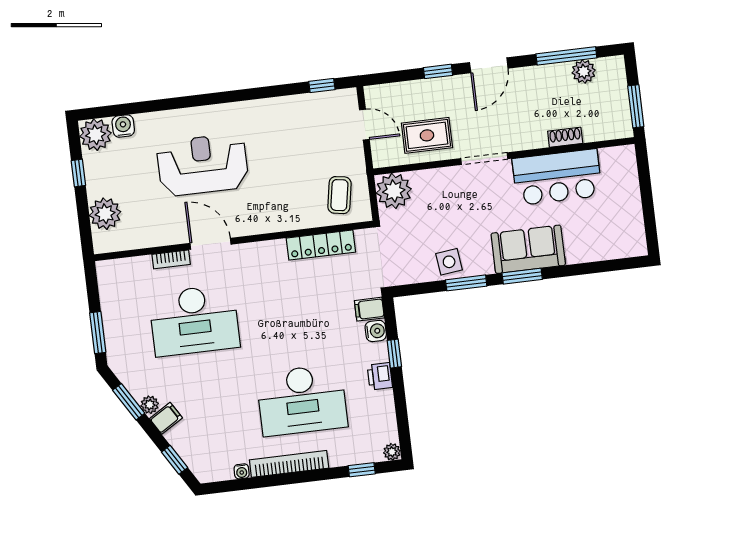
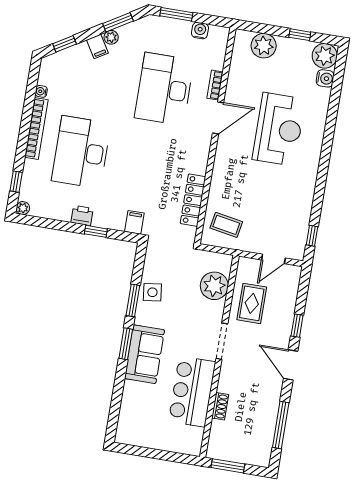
plant: (584, 72) -> (265, 434), removed
plant: (394, 191) -> (214, 286), moved
water cooler: (376, 331) -> (200, 31), moved, turned 180

